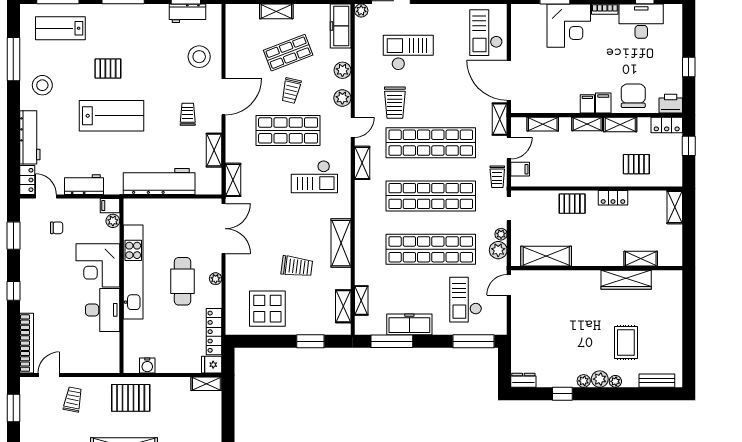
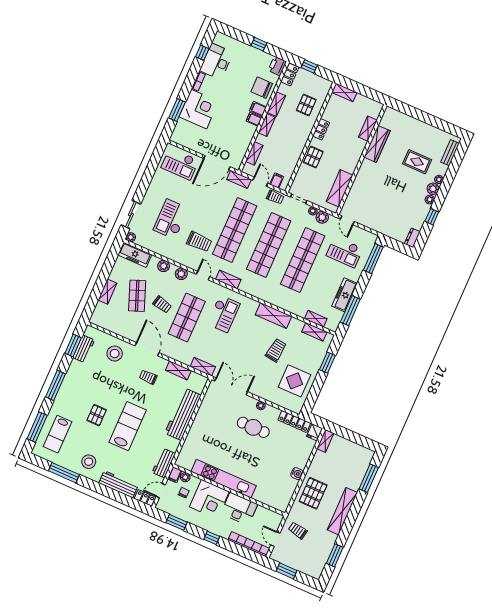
filing cabinet: (110, 206) -> (175, 475), moved
plant: (113, 221) -> (185, 477), moved
corner desk: (98, 265) -> (209, 499), moved
kitchen unit: (133, 272) -> (224, 479), moved
wall: (122, 286) -> (229, 490), moved
desk: (103, 310) -> (239, 509), moved

